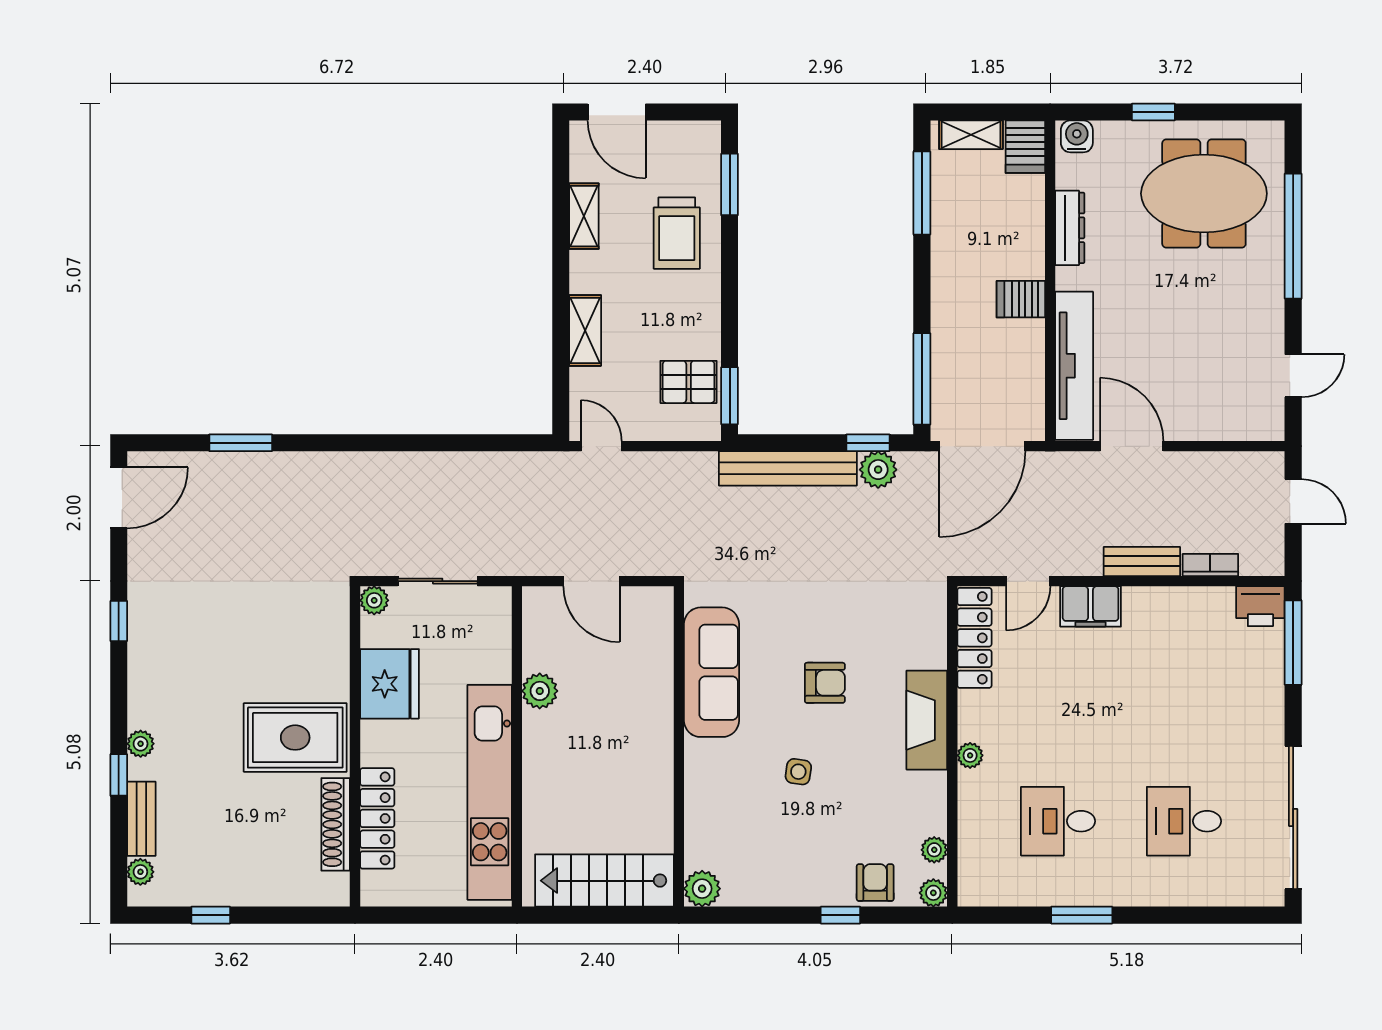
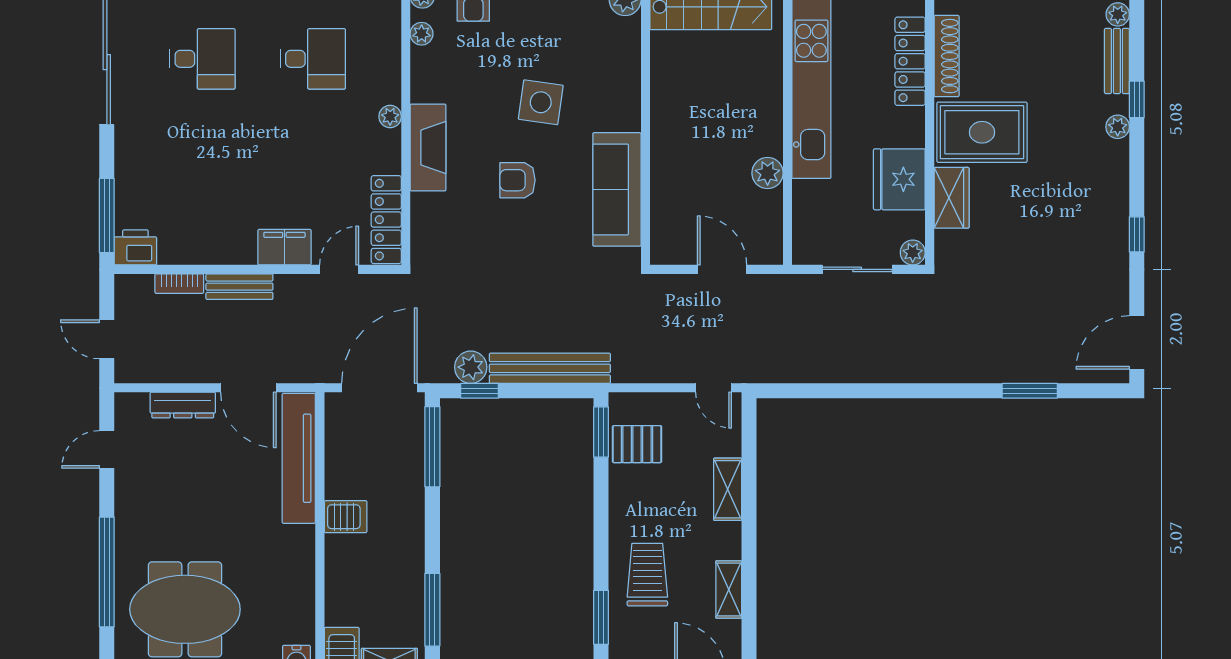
dresser: (1070, 228) -> (183, 405), moved, turned -90
wardrobe: (330, 663) -> (952, 198), added
side table: (798, 772) -> (541, 102), width x1.87, depth x1.87

